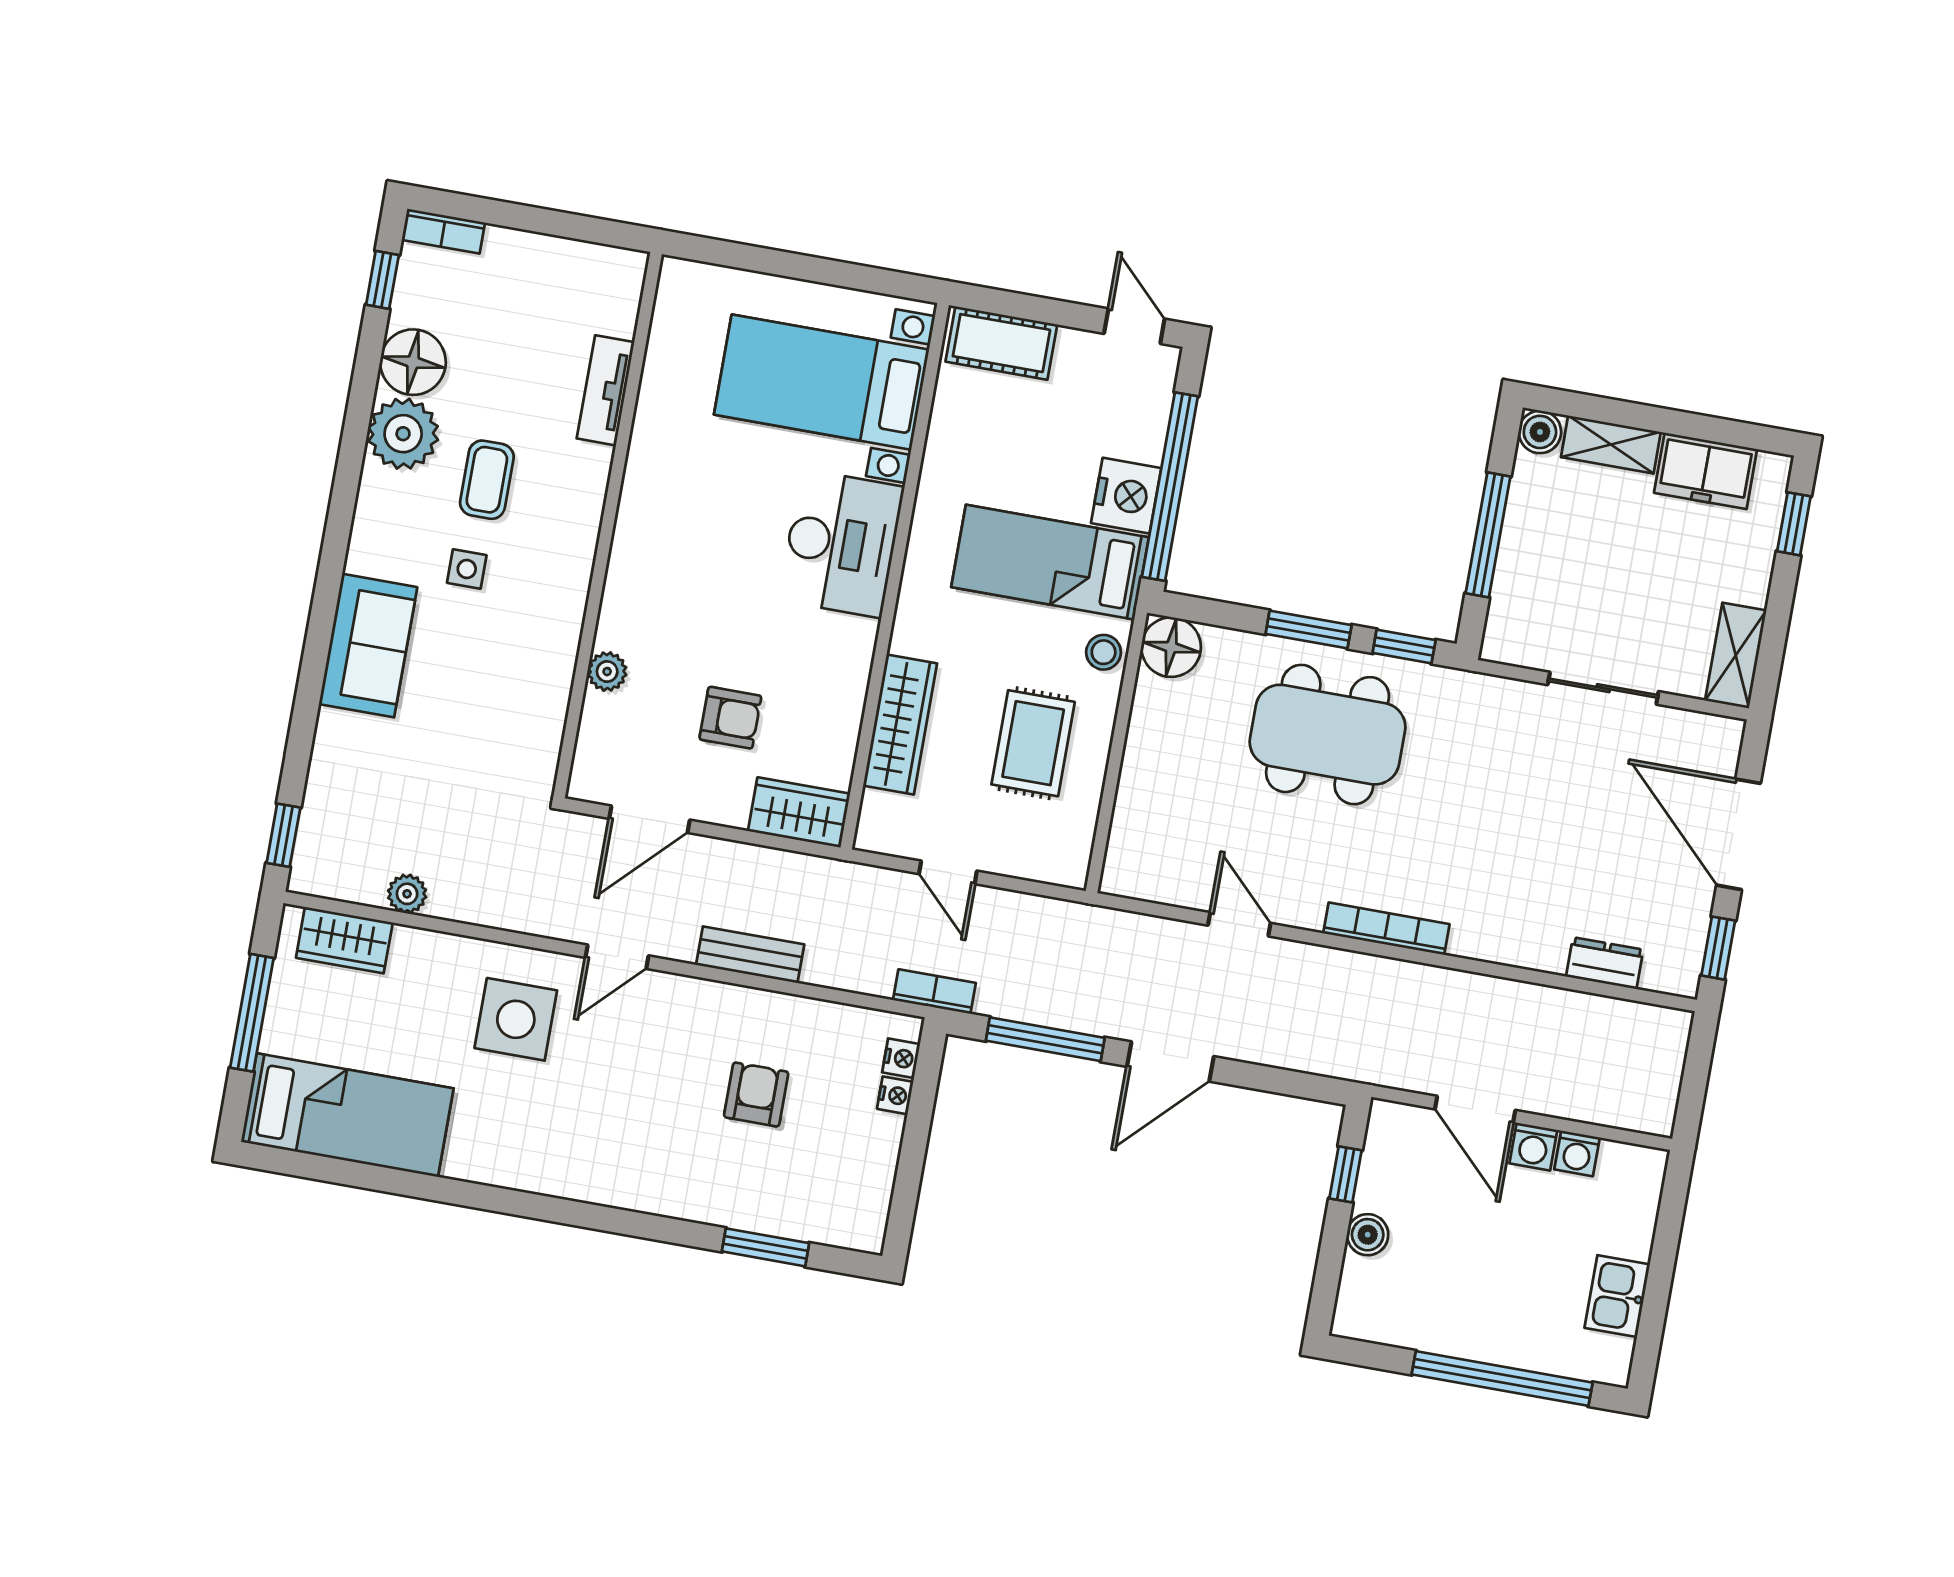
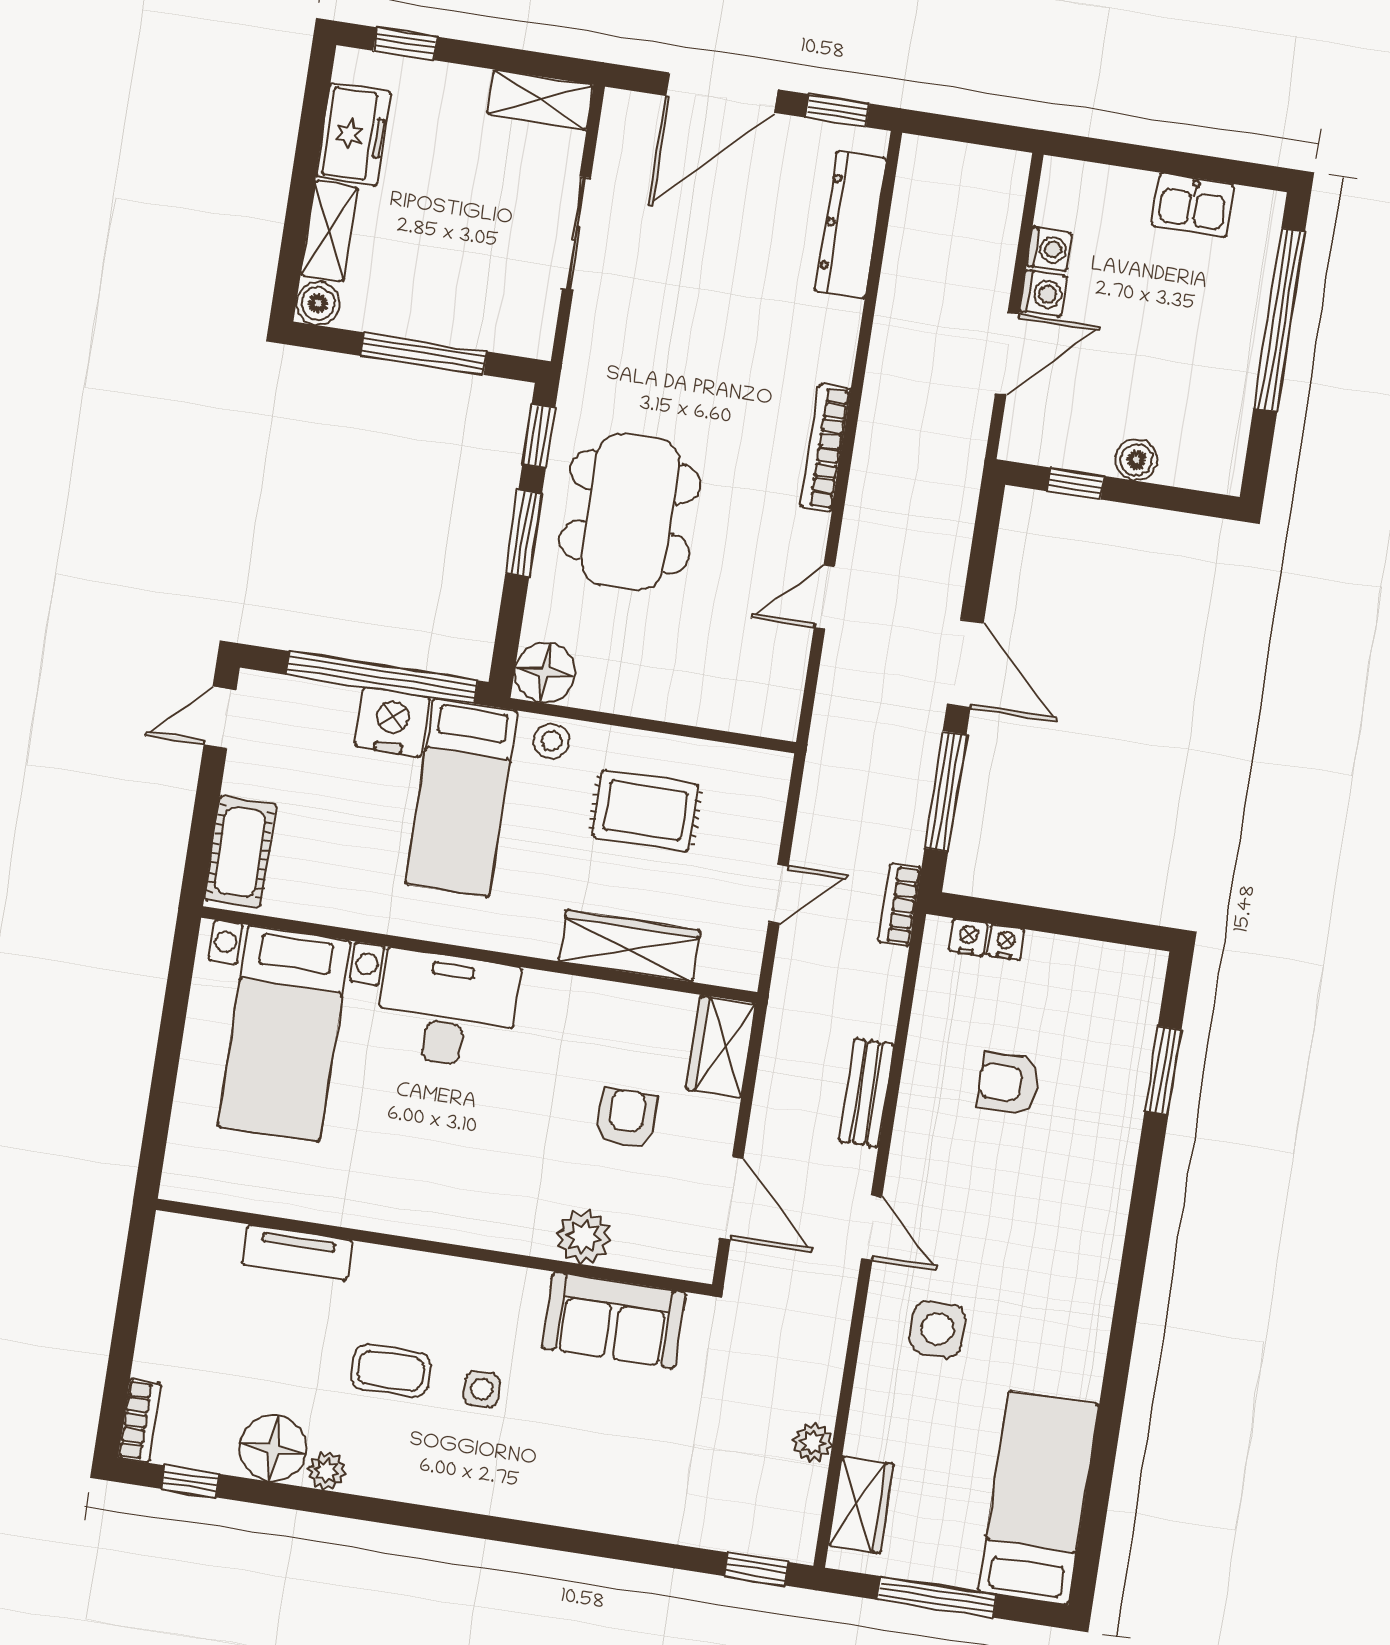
plant: (403, 434) -> (327, 1471), width x0.53, depth x0.53
sofa: (368, 646) -> (614, 1320), moved, turned 180
plant: (607, 672) -> (584, 1237), width x1.38, depth x1.38
dresser: (1605, 963) -> (851, 225), width x1.96, depth x1.24
side table: (516, 1019) -> (937, 1329), width x0.73, depth x0.73

